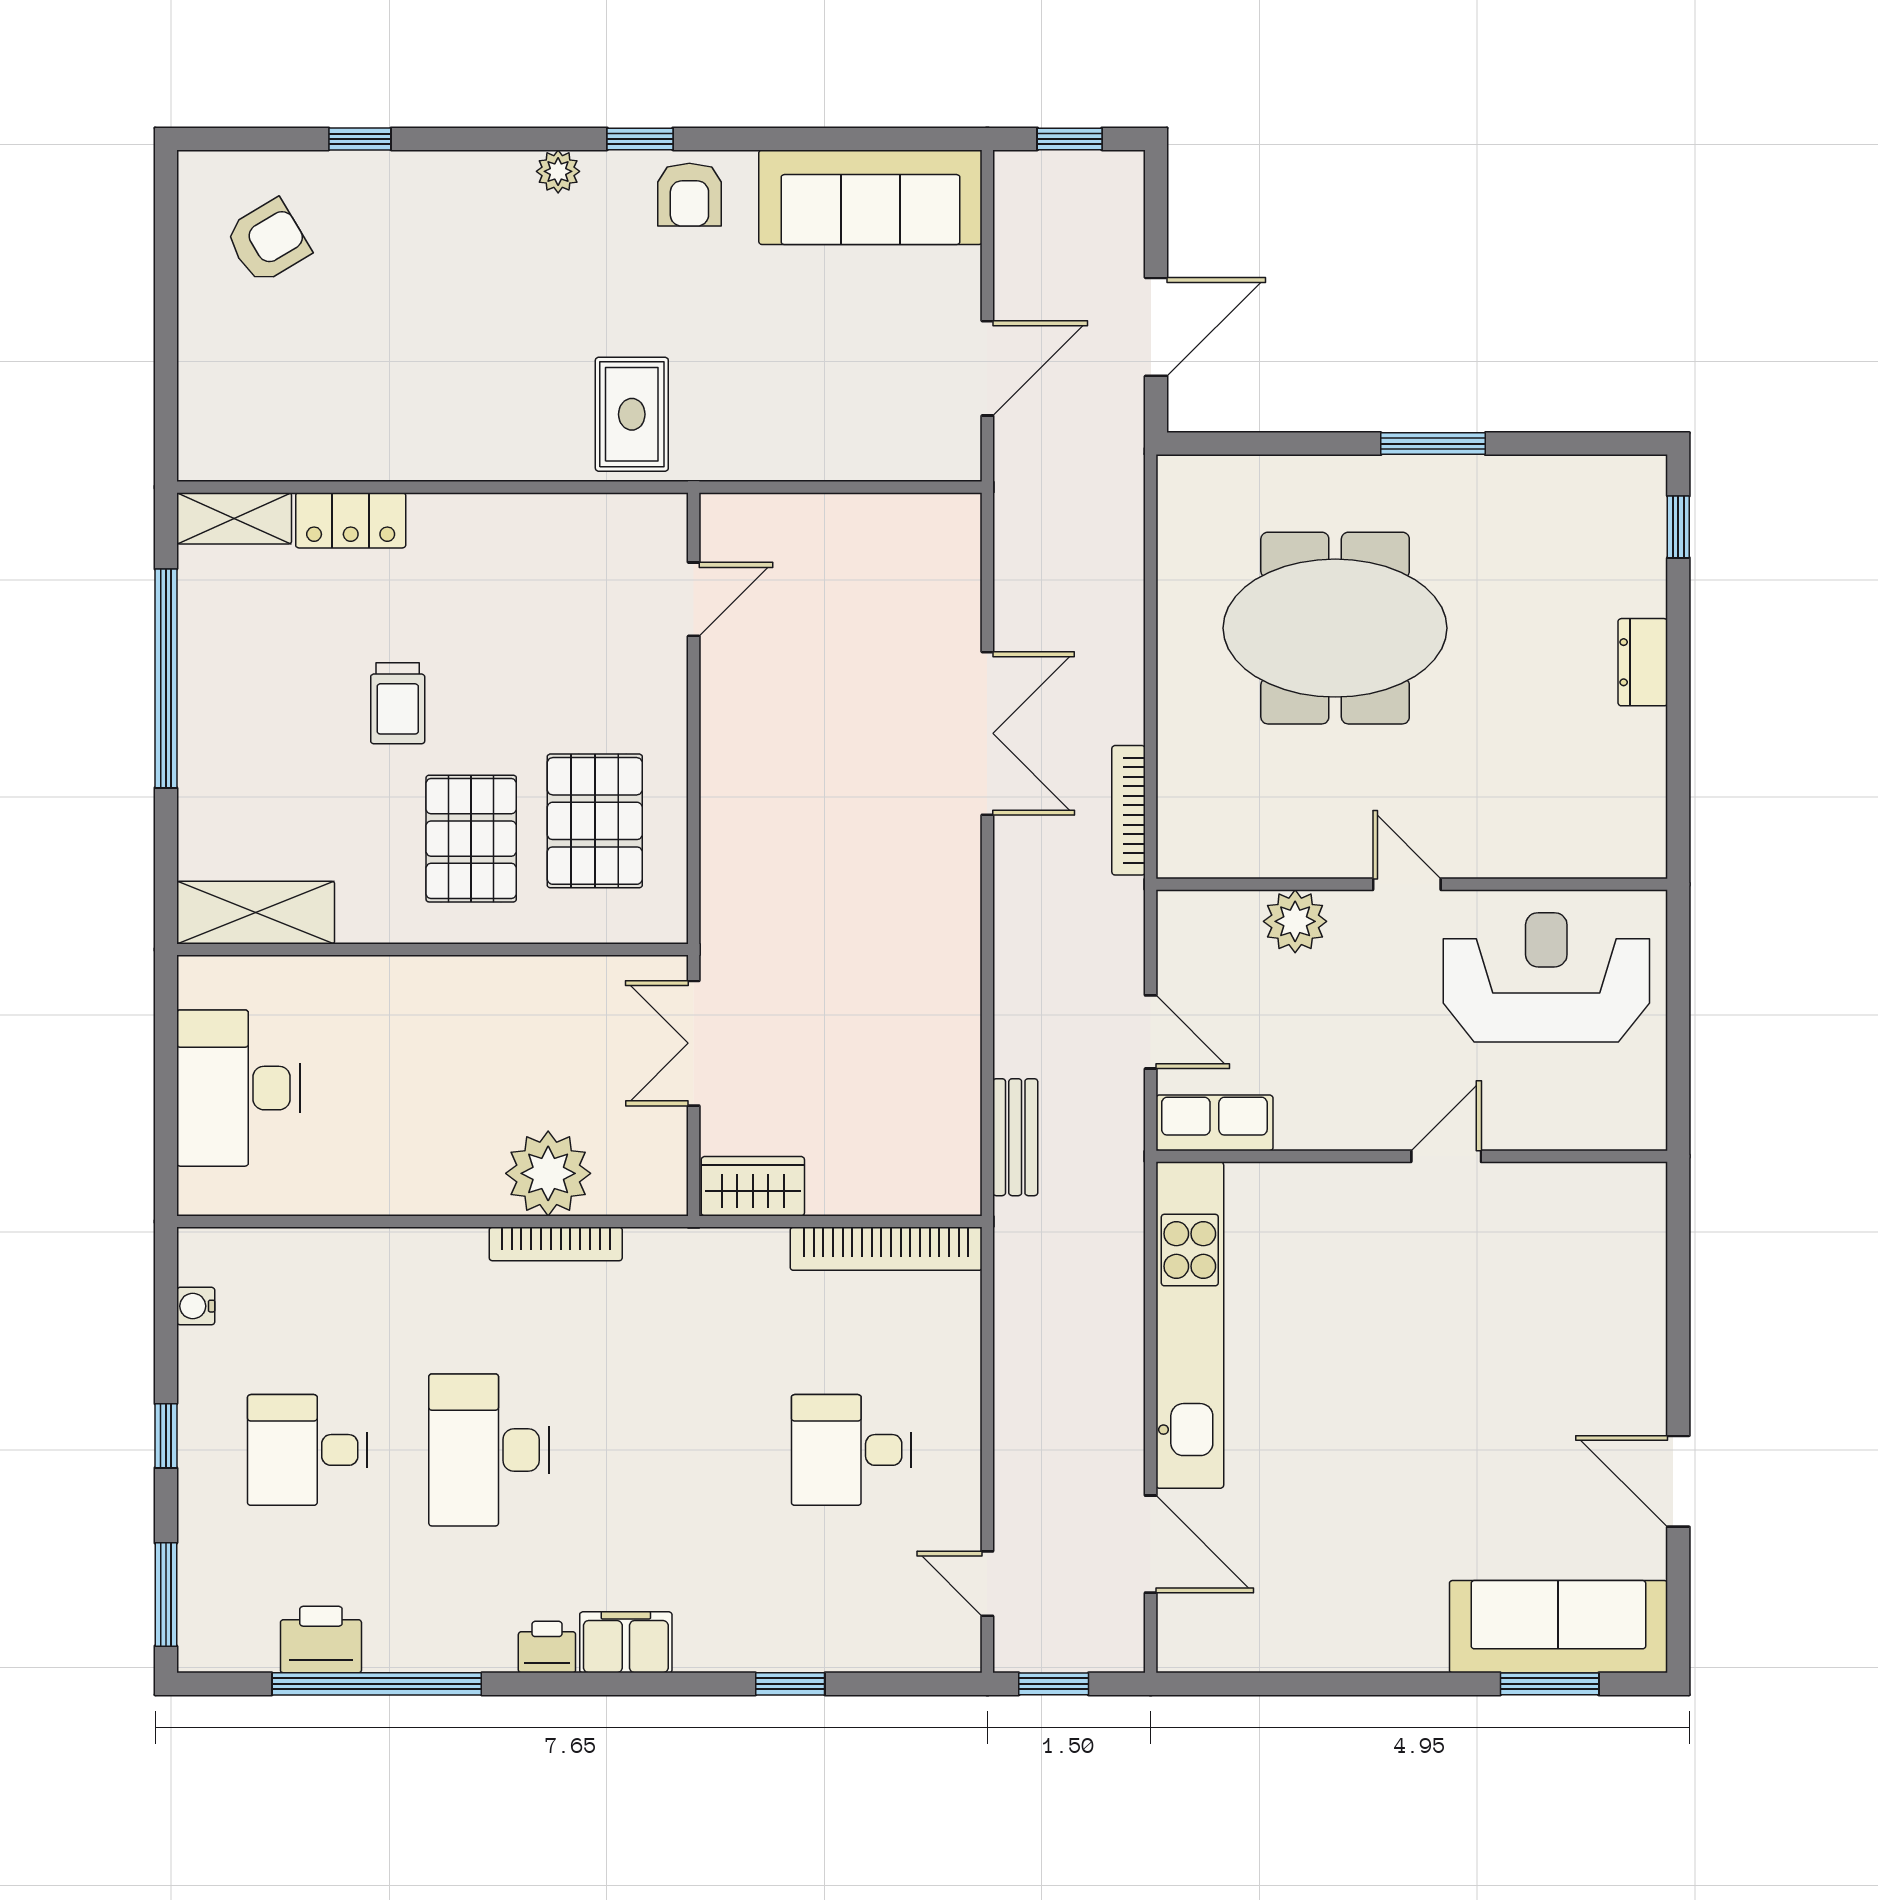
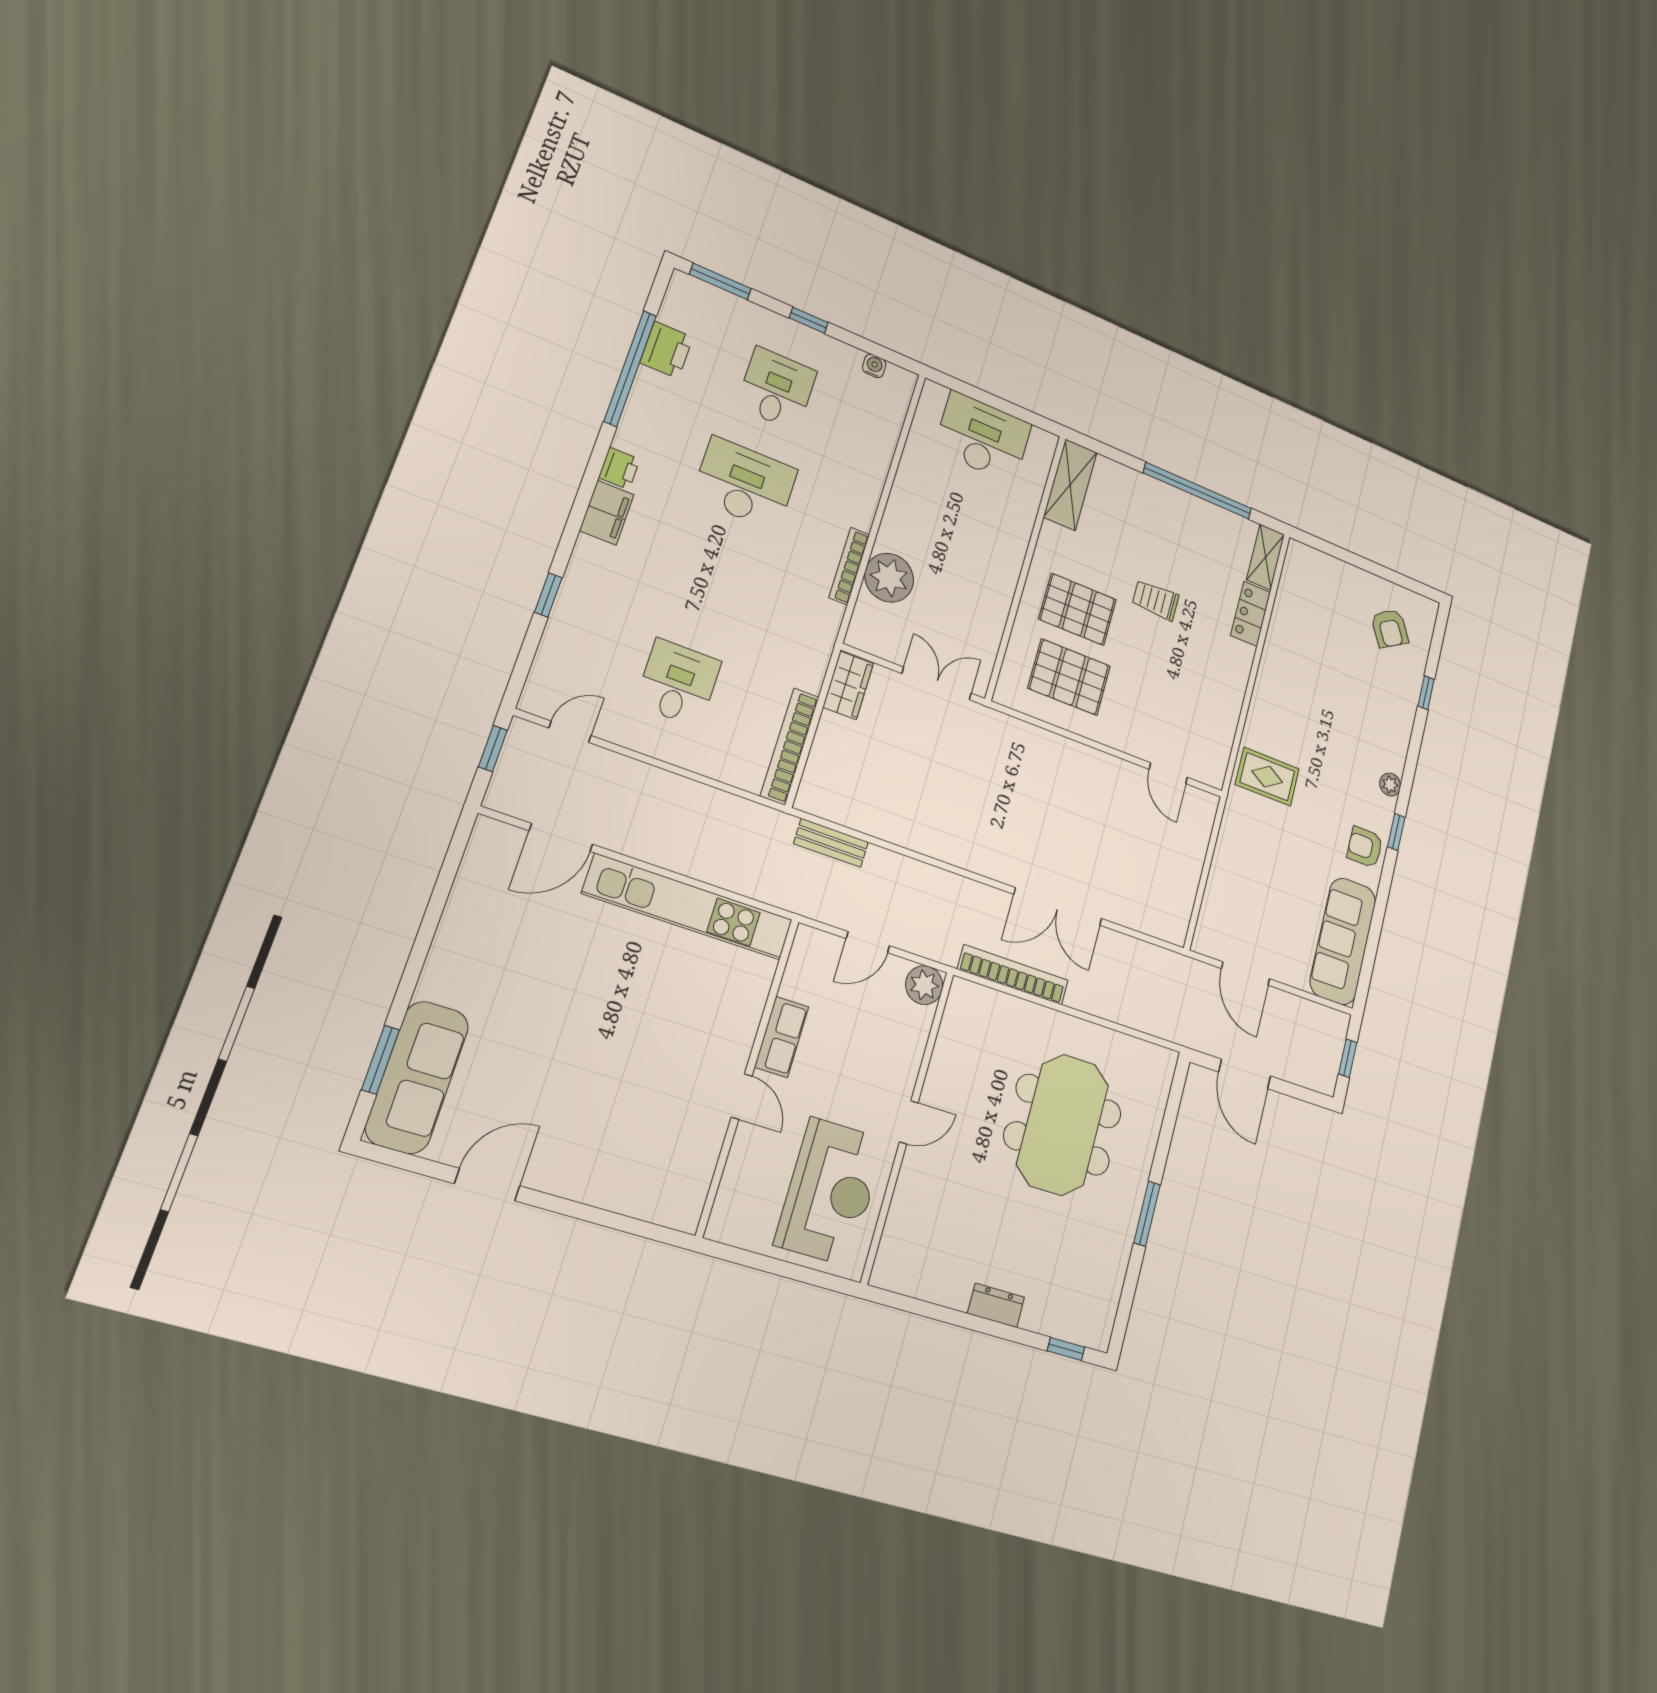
bookcase: (1129, 810) -> (1013, 975), width x1.48, depth x1.31
plant: (1295, 921) -> (924, 985), moved
row of seats: (1214, 1123) -> (782, 1037), moved

